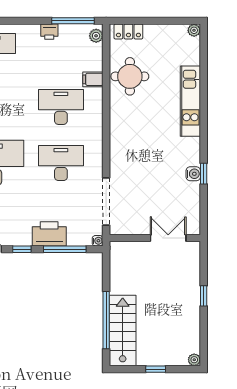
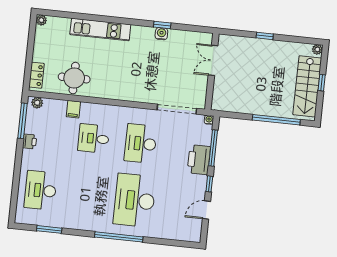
desk: (61, 107) -> (94, 138), width x0.73
stairs: (123, 330) -> (307, 86), moved, turned -90

